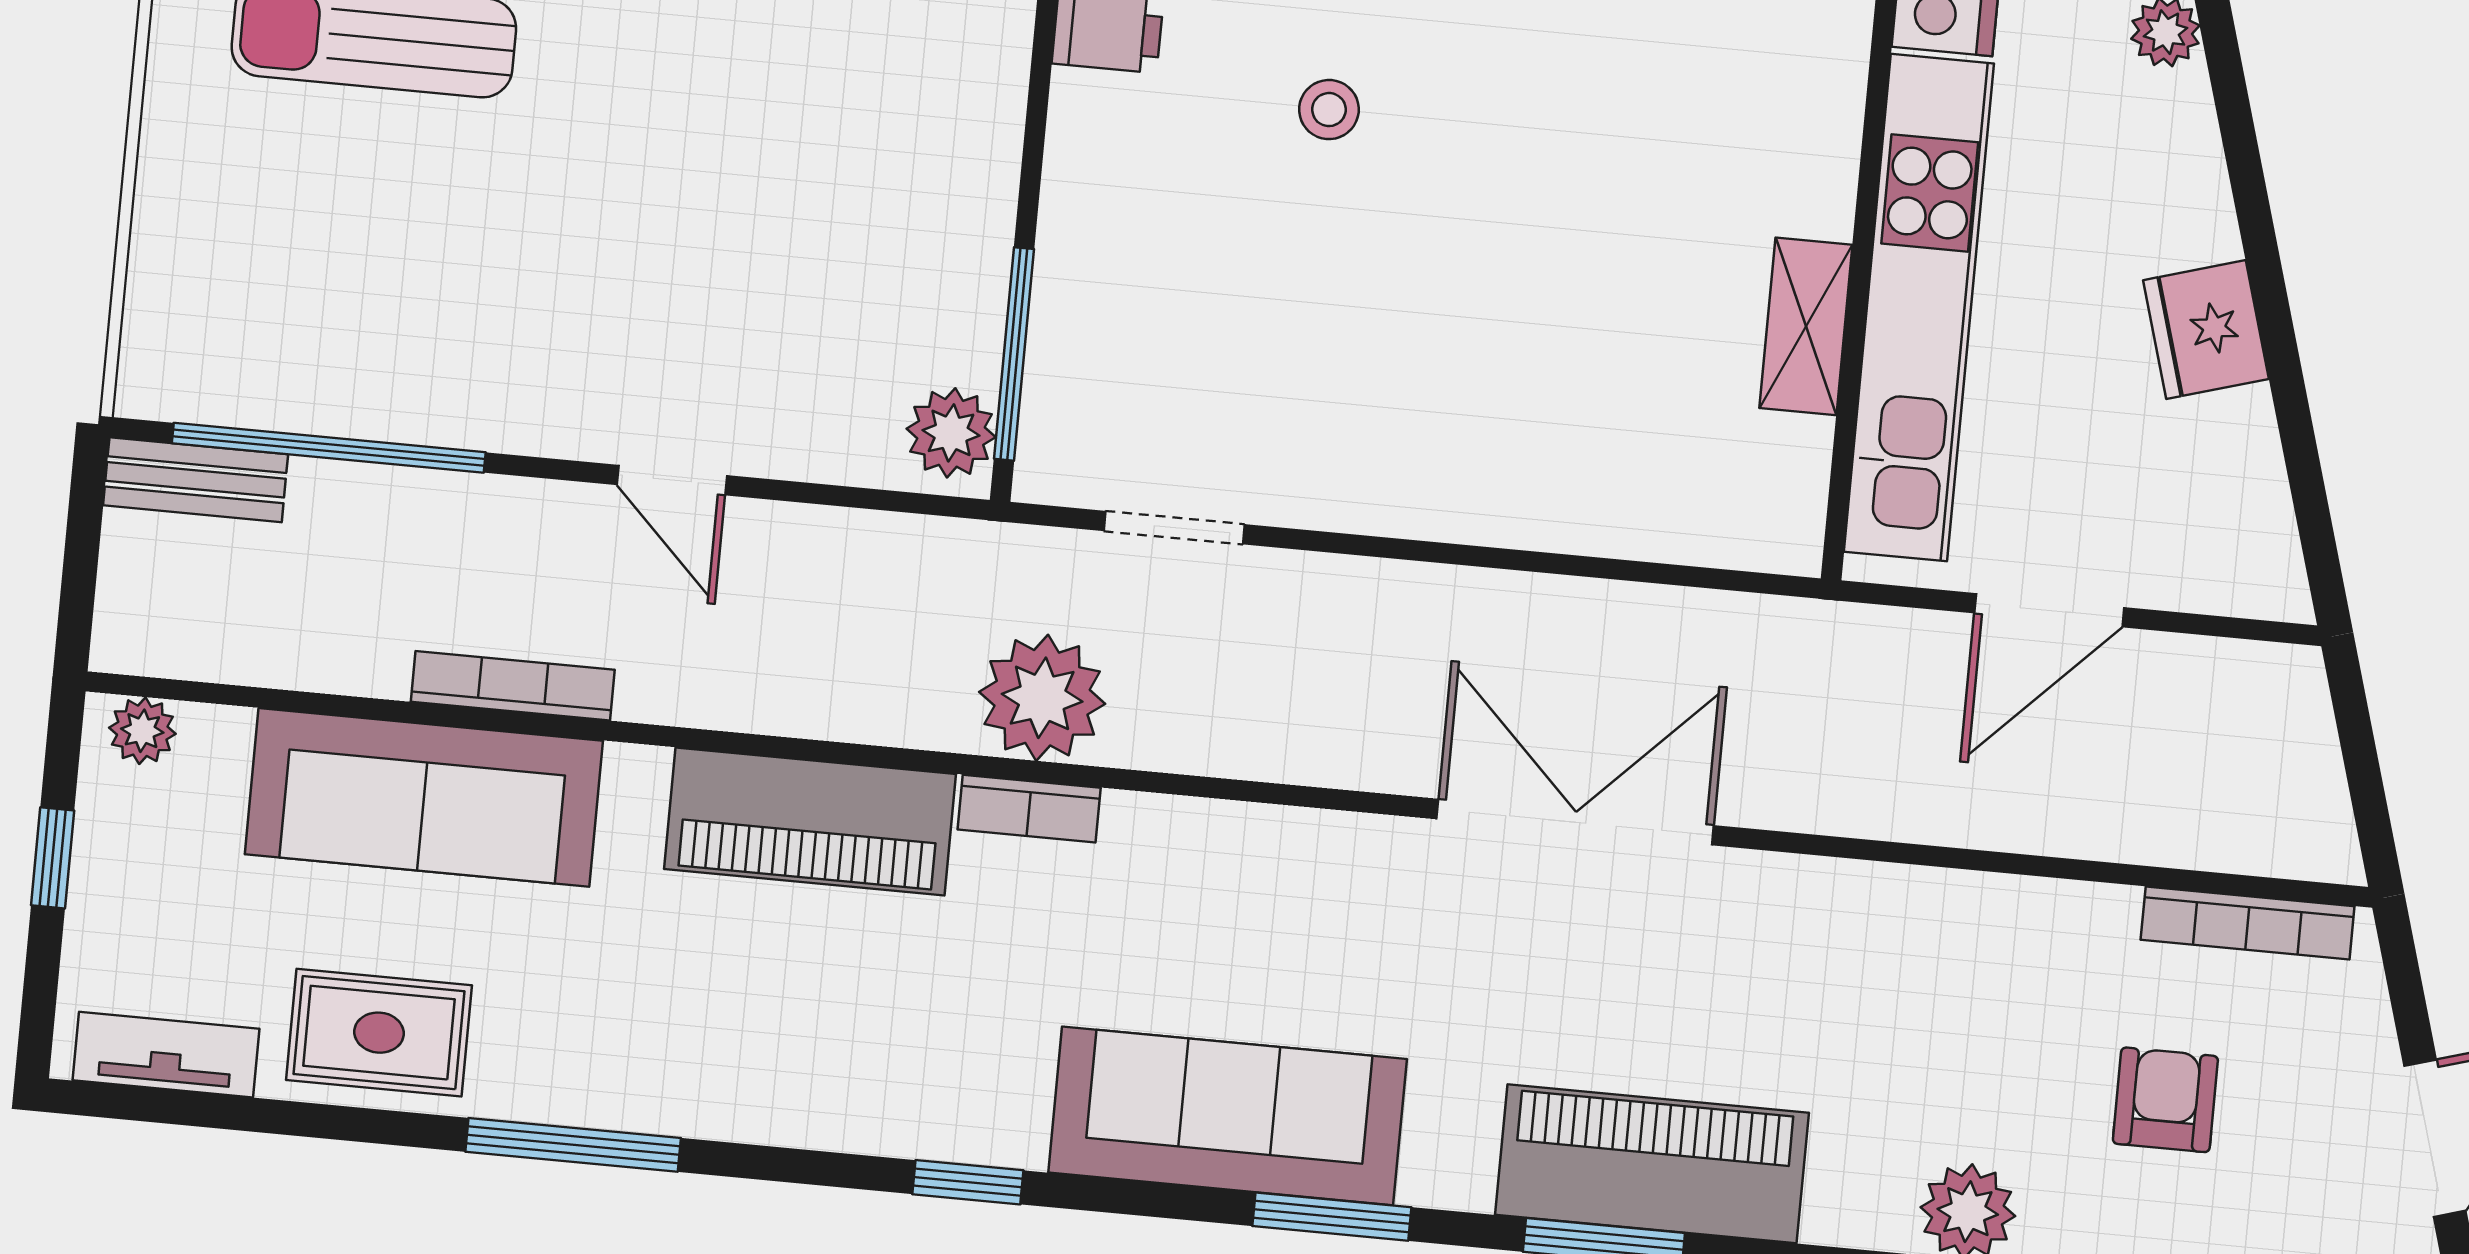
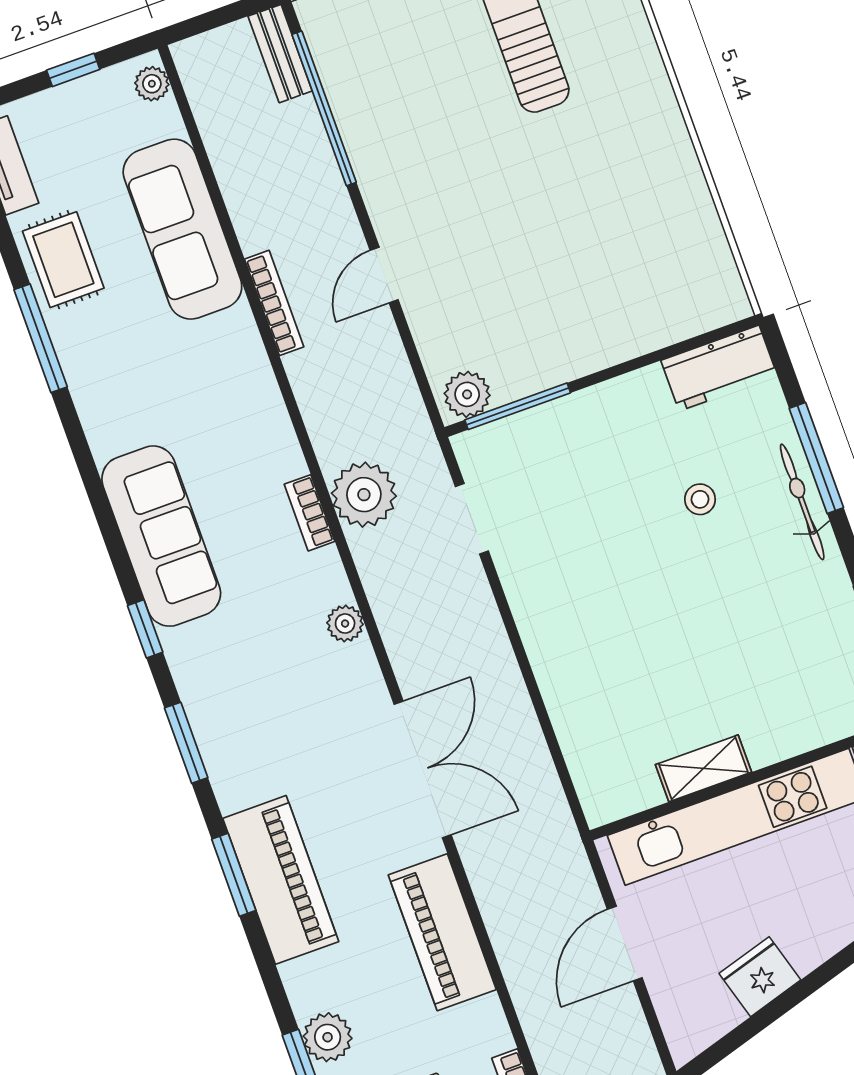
fridge: (2206, 330) -> (760, 977), moved
door: (2049, 610) -> (625, 943), hinge flipped
bookcase: (513, 686) -> (274, 303), moved
piano: (810, 822) -> (442, 932), moved
plant: (1254, 838) -> (345, 624), added
sofa: (1228, 1116) -> (161, 536), moved
window: (573, 1145) -> (41, 338), moved
window: (968, 1182) -> (145, 629), moved

